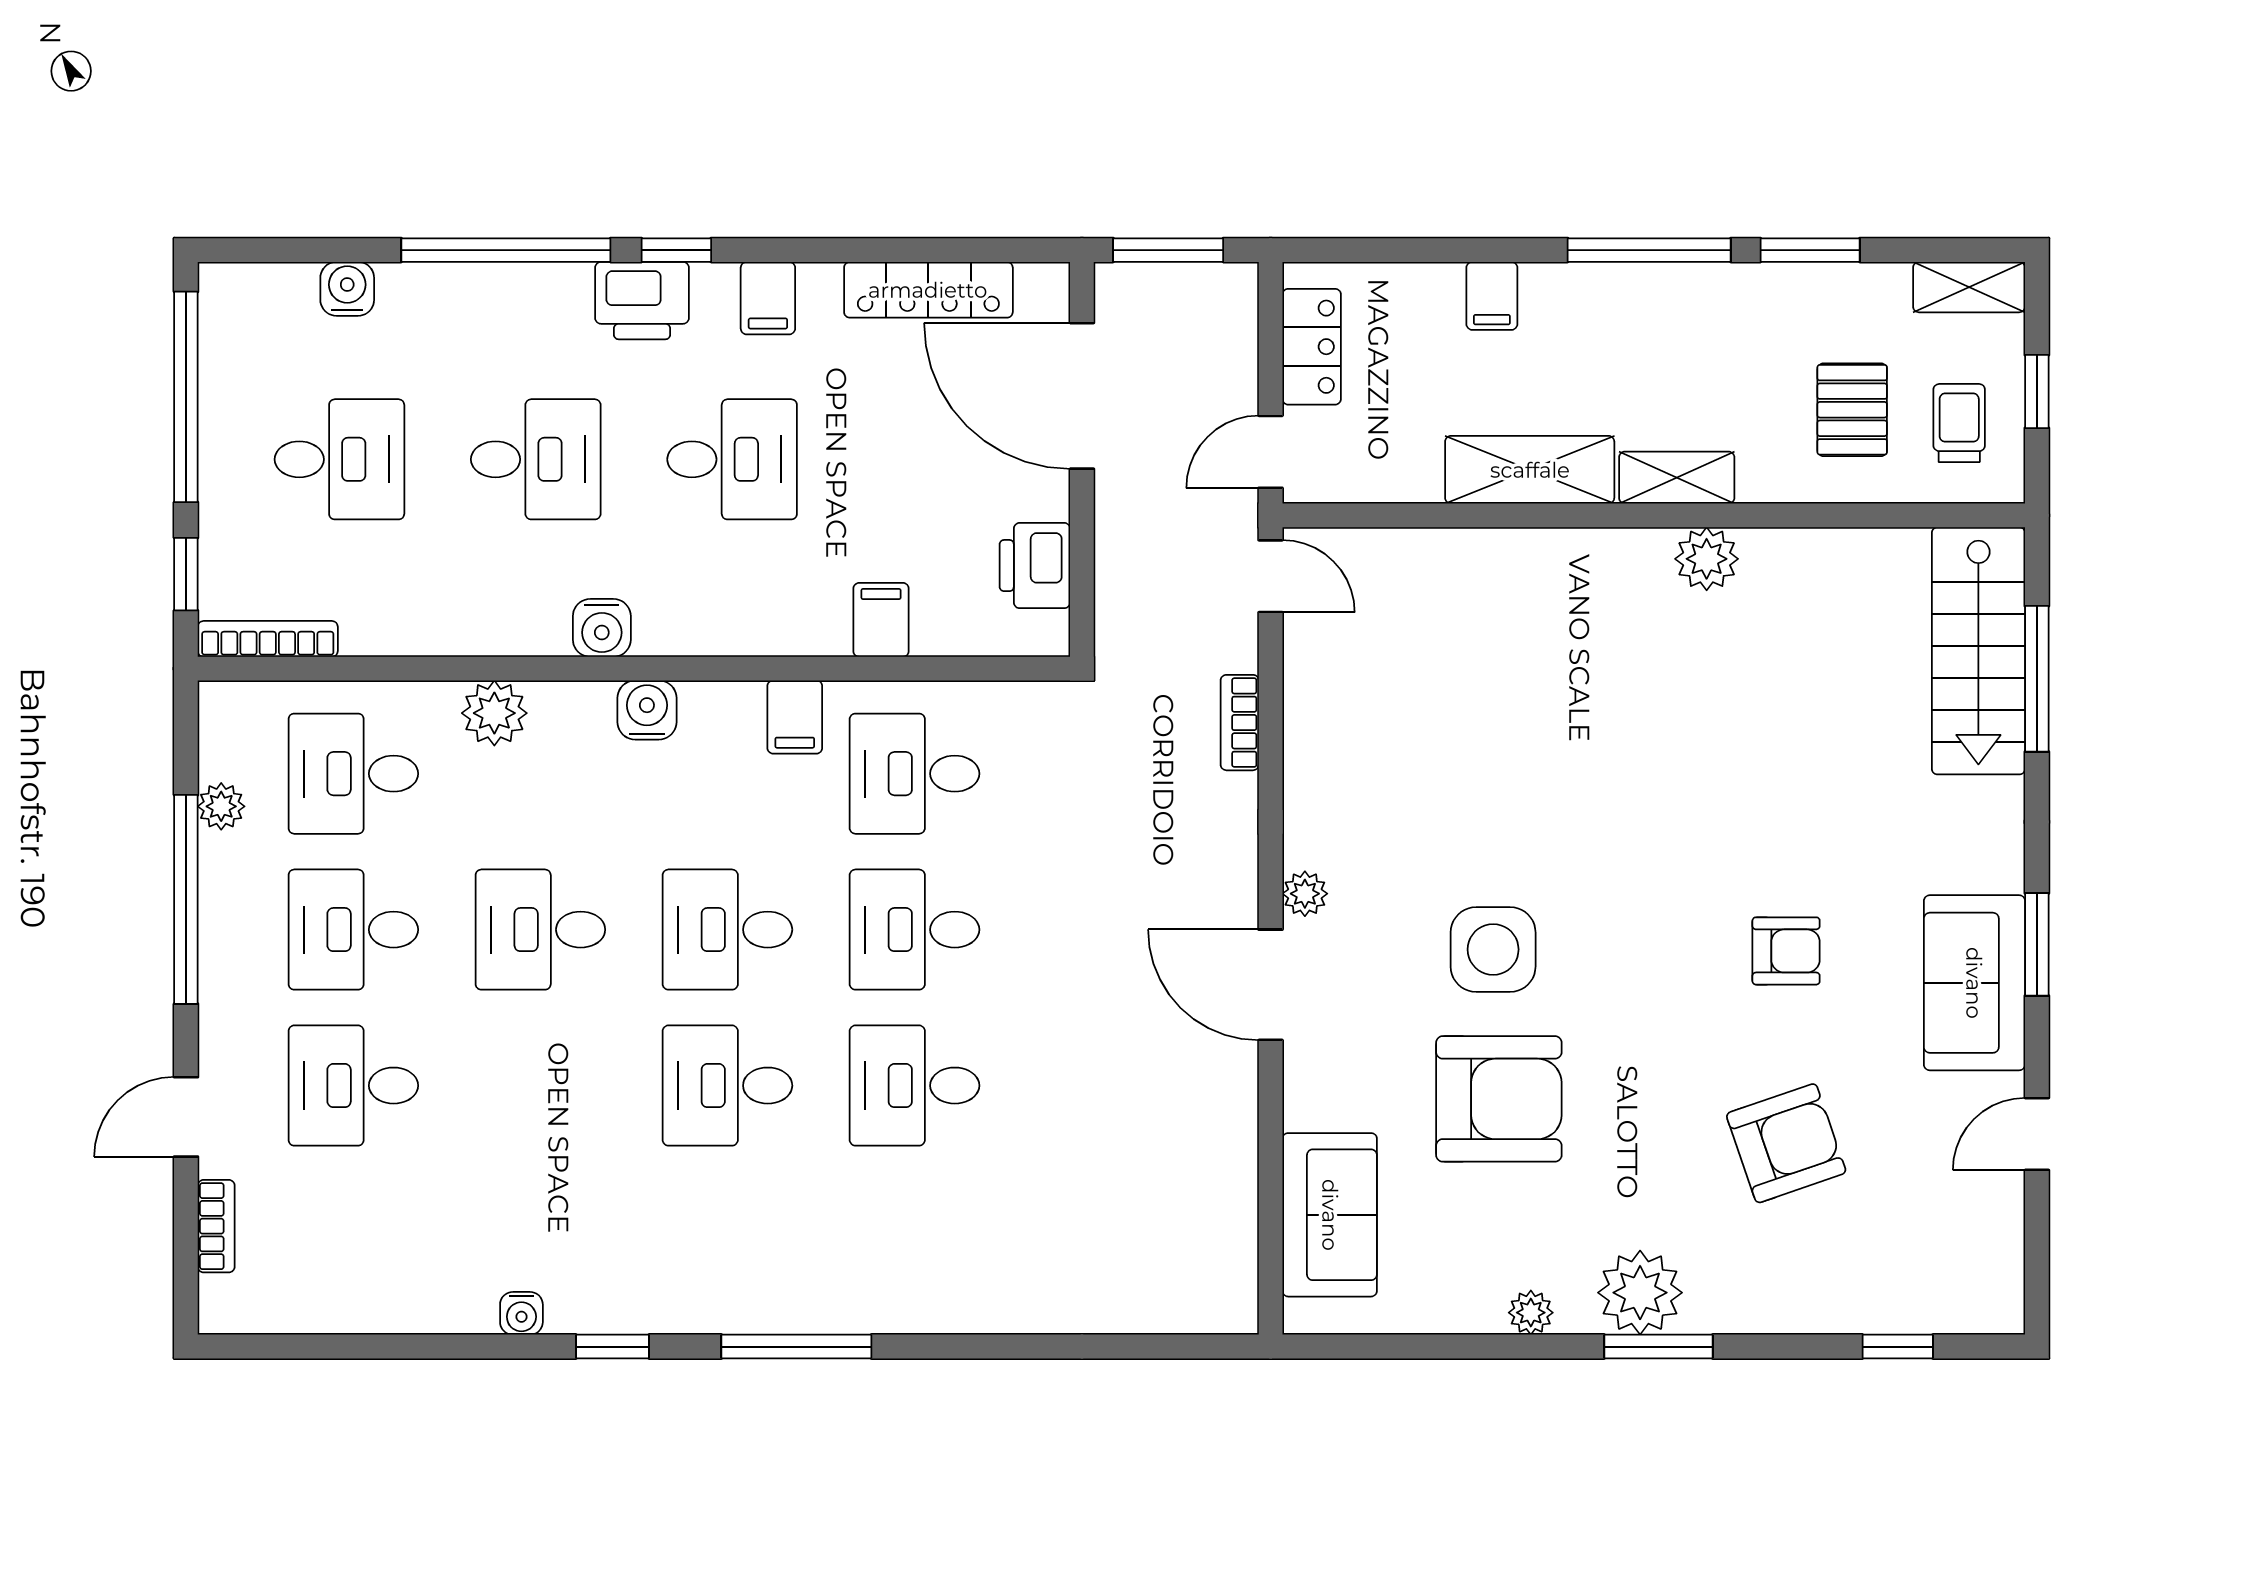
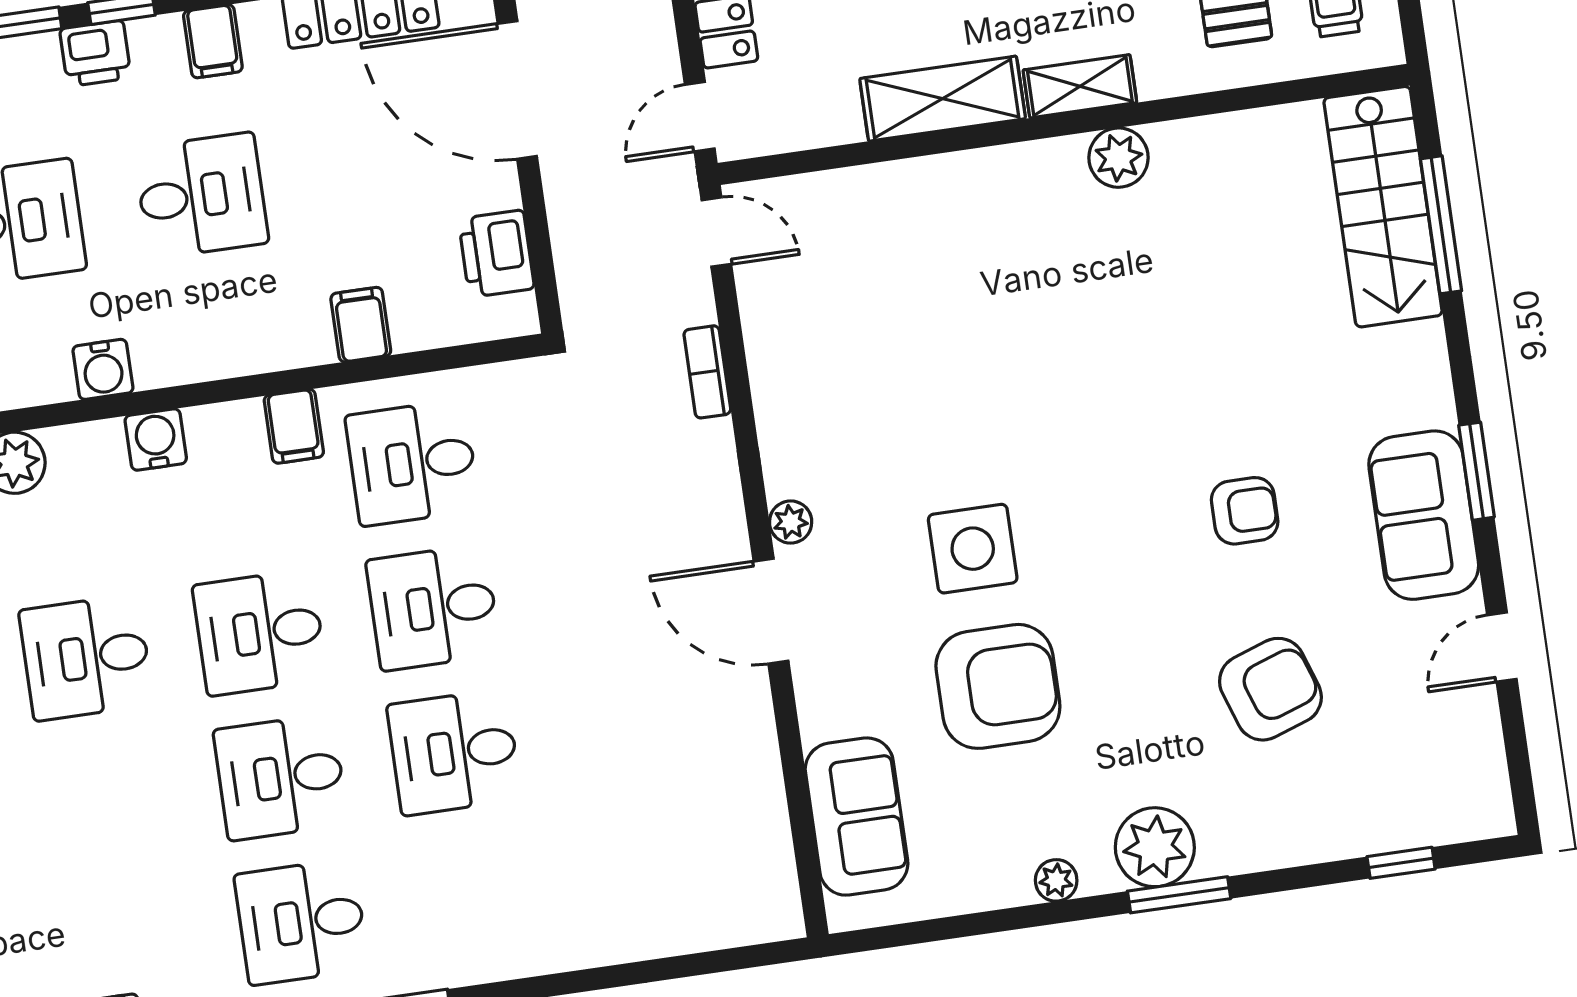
printer: (642, 301) -> (95, 53), width x0.73, depth x0.81
desk: (727, 1241) -> (301, 922), added

